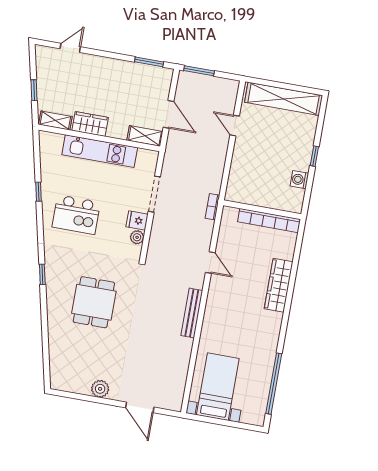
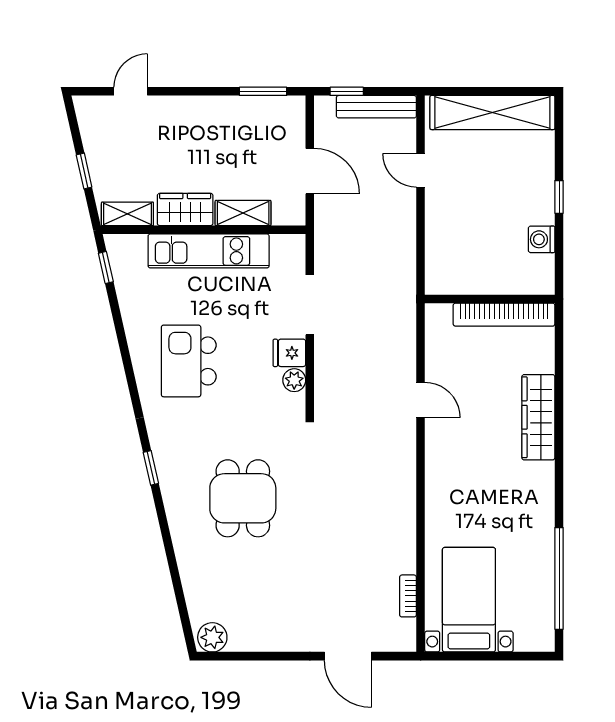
window: (199, 71) -> (347, 91), width x0.67
shelving: (145, 136) -> (243, 213), moved
window: (39, 192) -> (106, 268), moved
bookcase: (212, 207) -> (408, 596), moved
kitchen island: (76, 215) -> (189, 361), turned 90
bench: (192, 313) -> (376, 107), moved, turned 90
plant: (100, 389) -> (212, 637), moved

